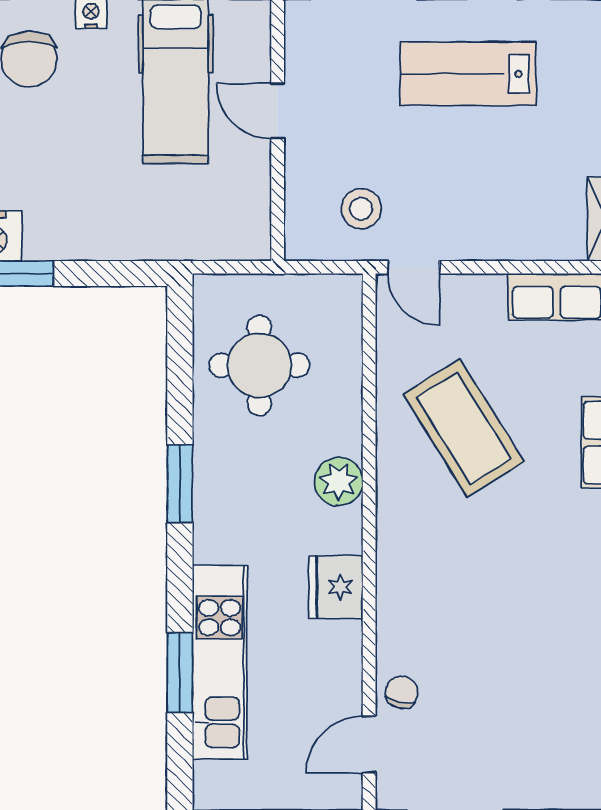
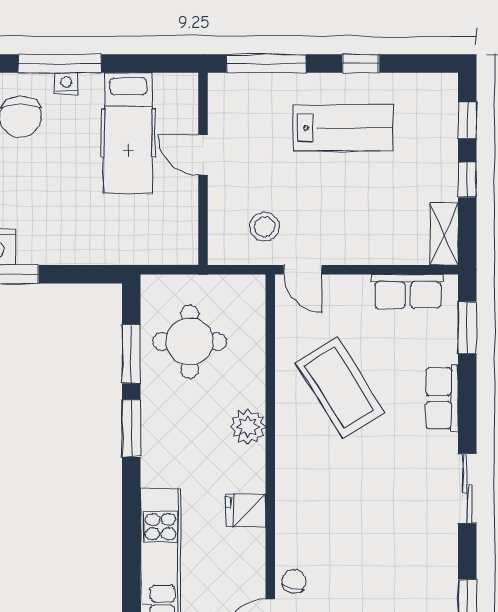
lab bench: (468, 74) -> (343, 128), turned 180
fridge: (336, 587) -> (246, 511), width x0.72
window: (180, 673) -> (131, 354), moved

